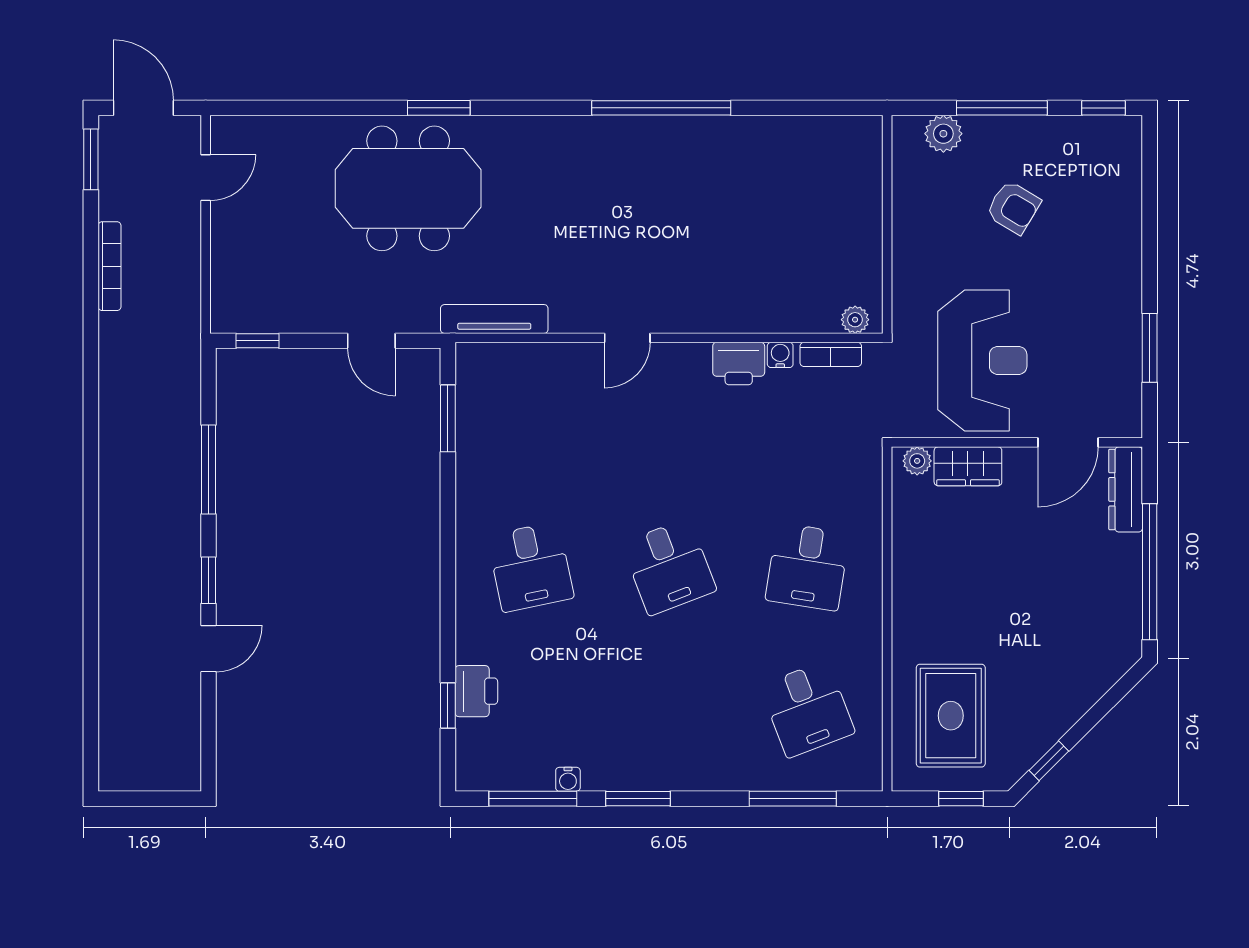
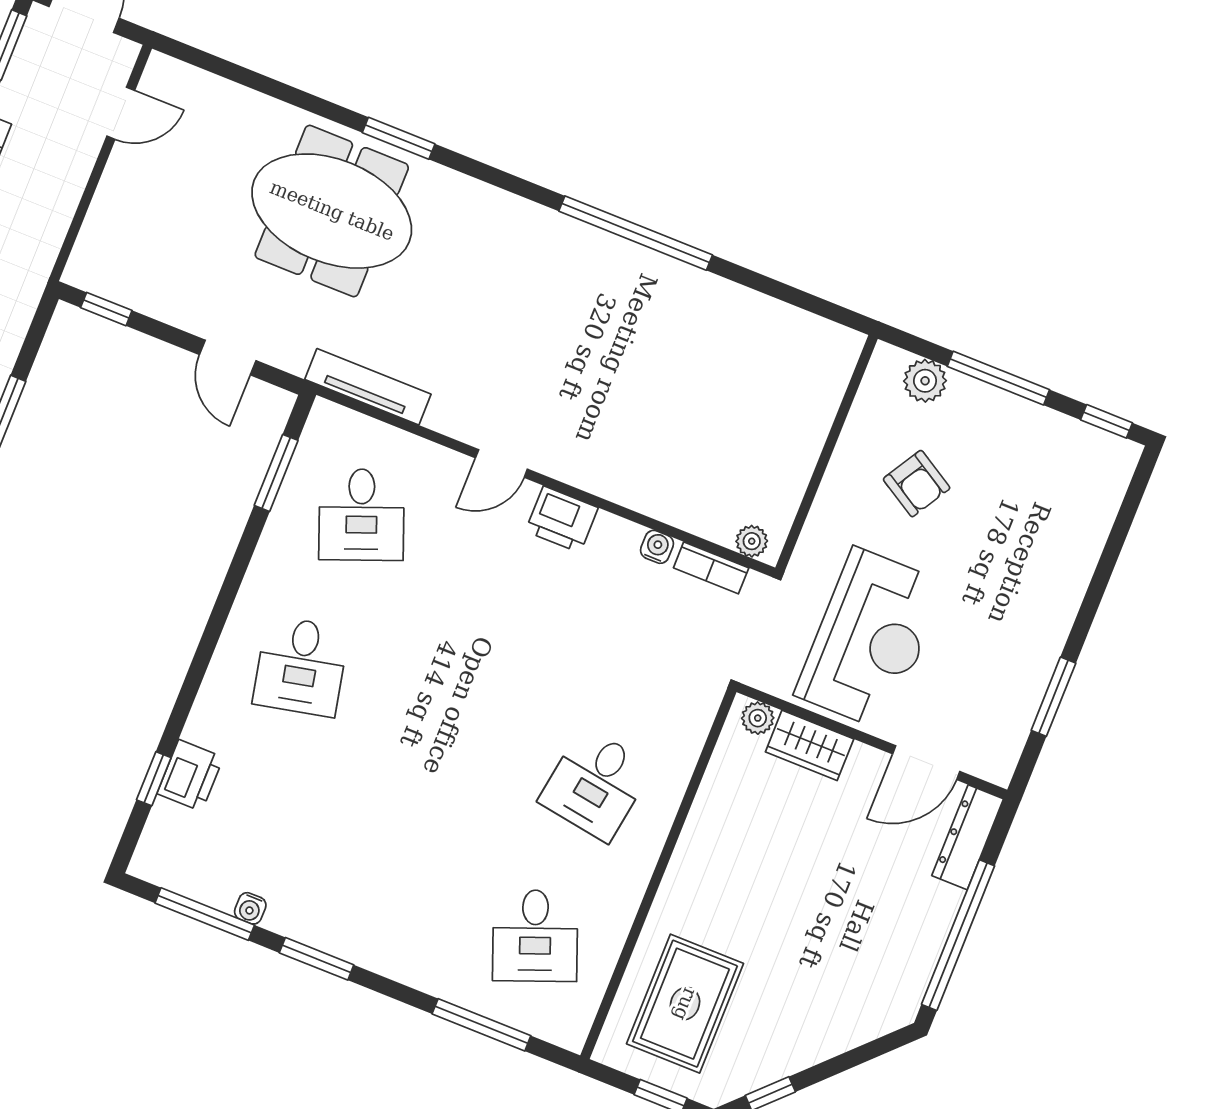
armchair: (1013, 207) -> (917, 484), moved
printer: (739, 364) -> (562, 519), moved
desk: (669, 567) -> (361, 515), moved

